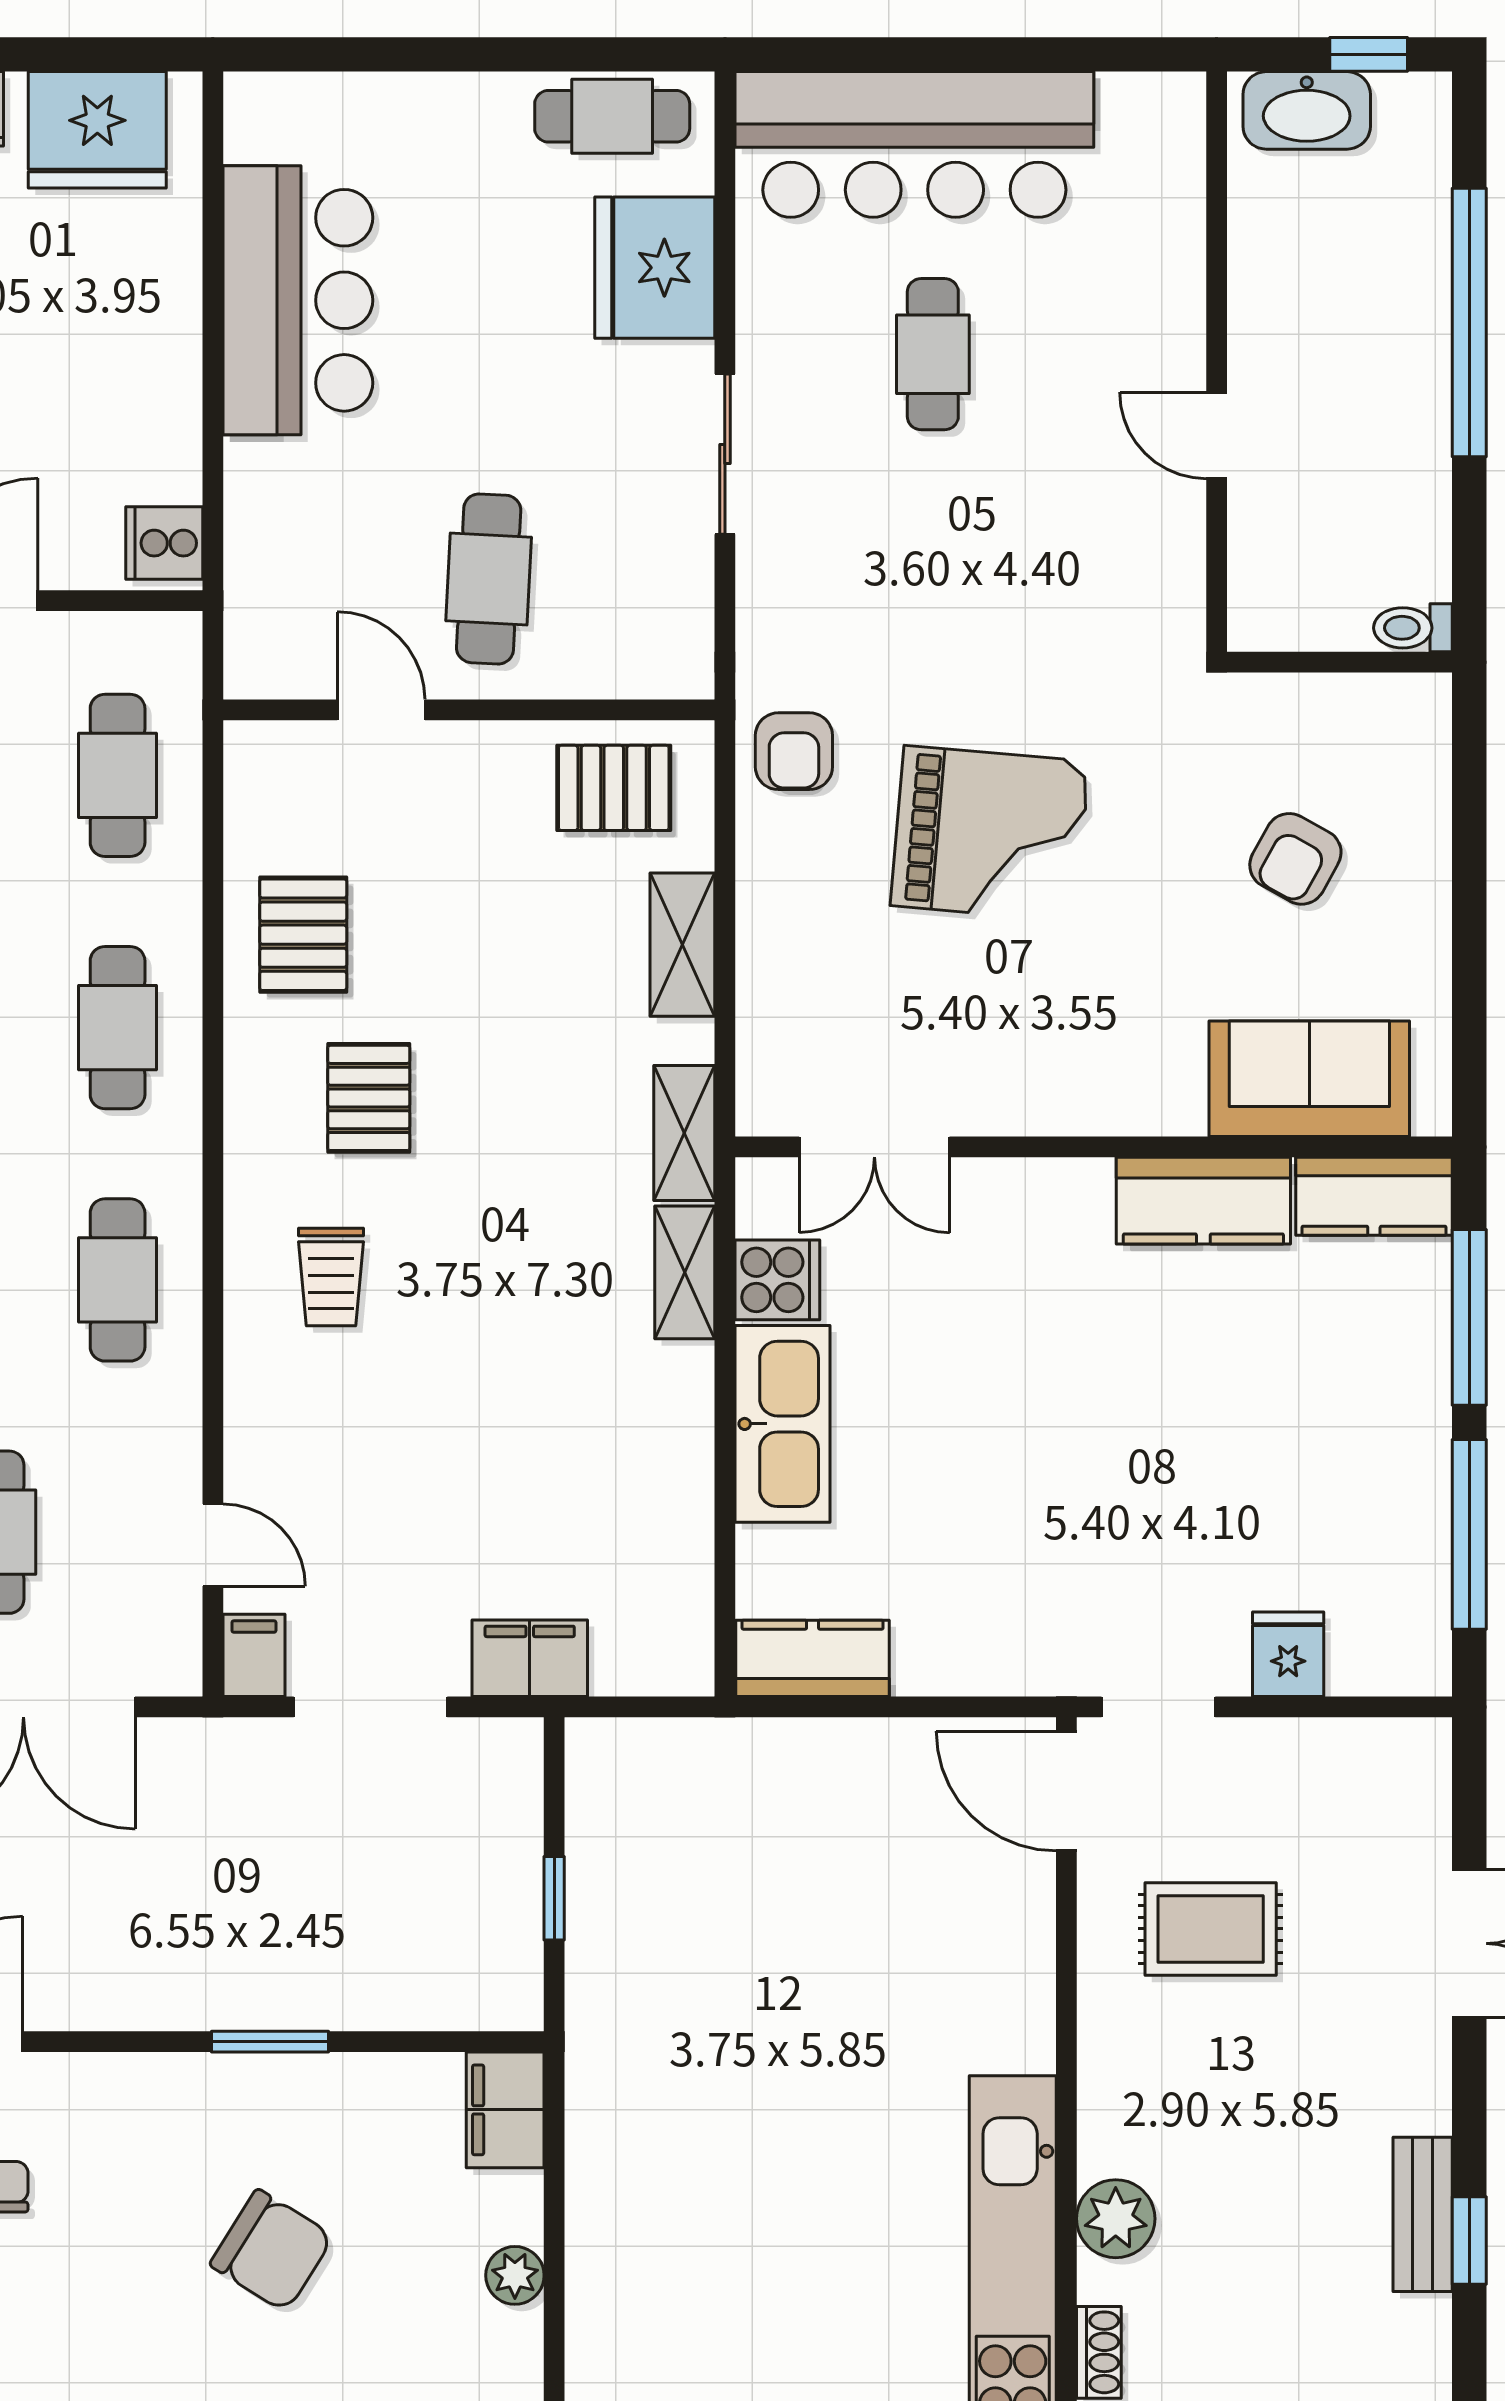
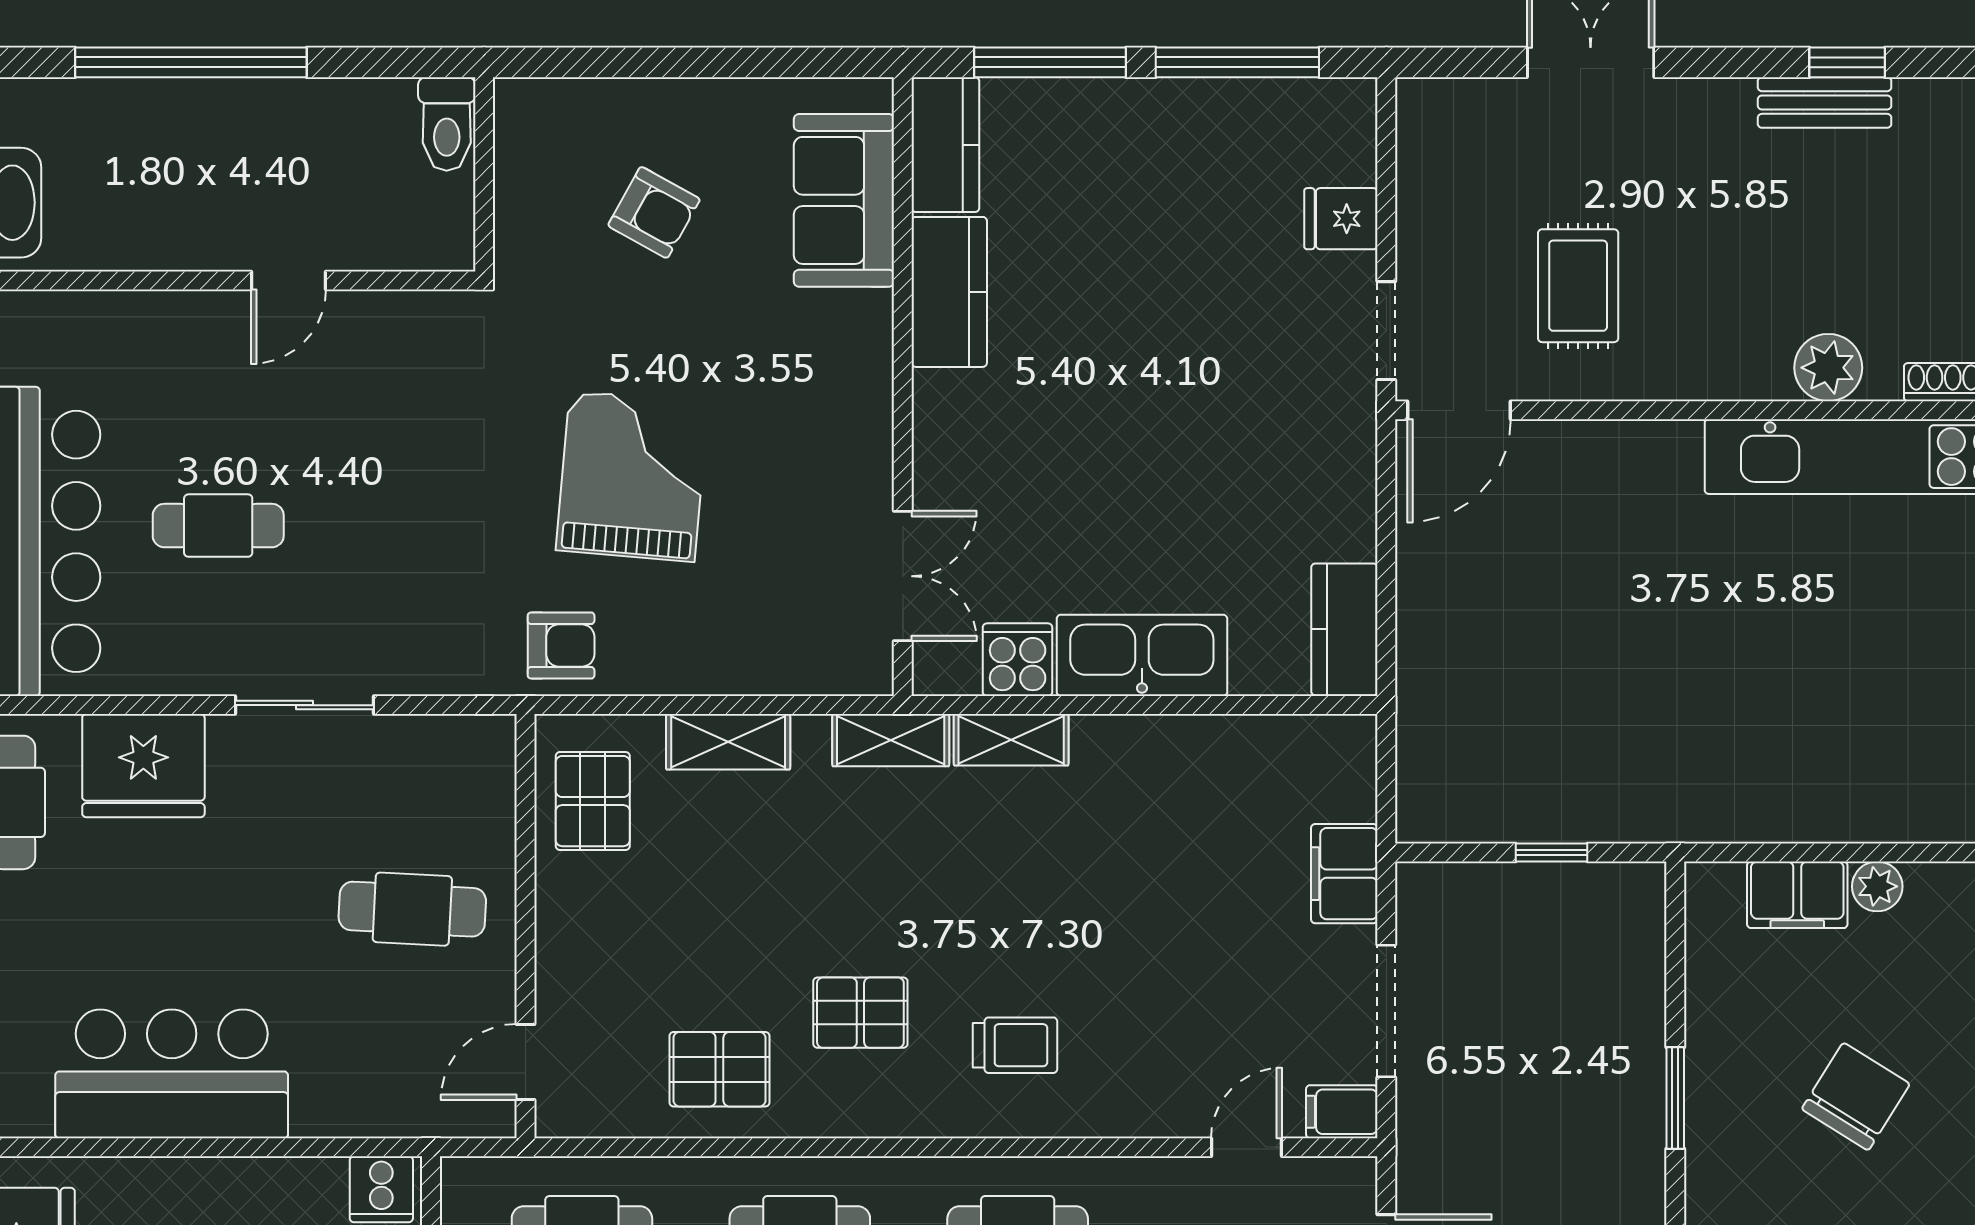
toilet: (1413, 628) -> (447, 124), width x1.37, depth x1.39
door: (381, 710) -> (525, 1062), moved
filing cabinet: (505, 2110) -> (1797, 895), moved

